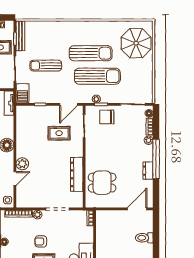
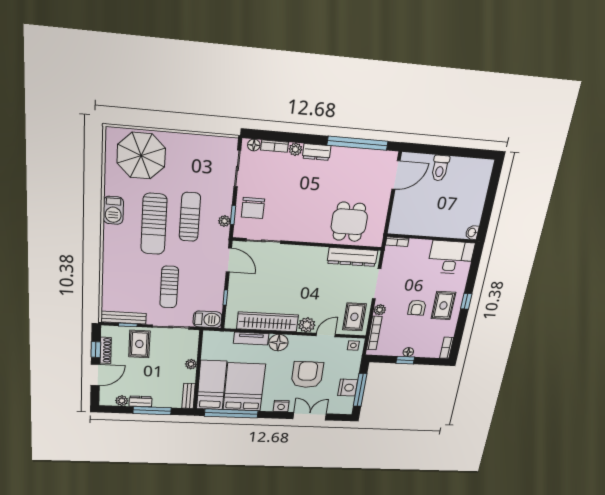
barbecue: (98, 27) -> (113, 210), added
sun lounger: (91, 53) -> (154, 224), turned 180
sun lounger: (97, 76) -> (190, 217), width x0.73, depth x0.75
tv unit: (9, 103) -> (251, 339), moved
rug: (59, 133) -> (354, 317), moved
wardrobe: (23, 136) -> (268, 322), added
window: (156, 159) -> (358, 143), moved
dresser: (148, 171) -> (317, 152), moved
dresser: (77, 174) -> (352, 257), moved
door: (15, 179) -> (326, 335), hinge flipped
door: (137, 209) -> (396, 175), swing flipped

